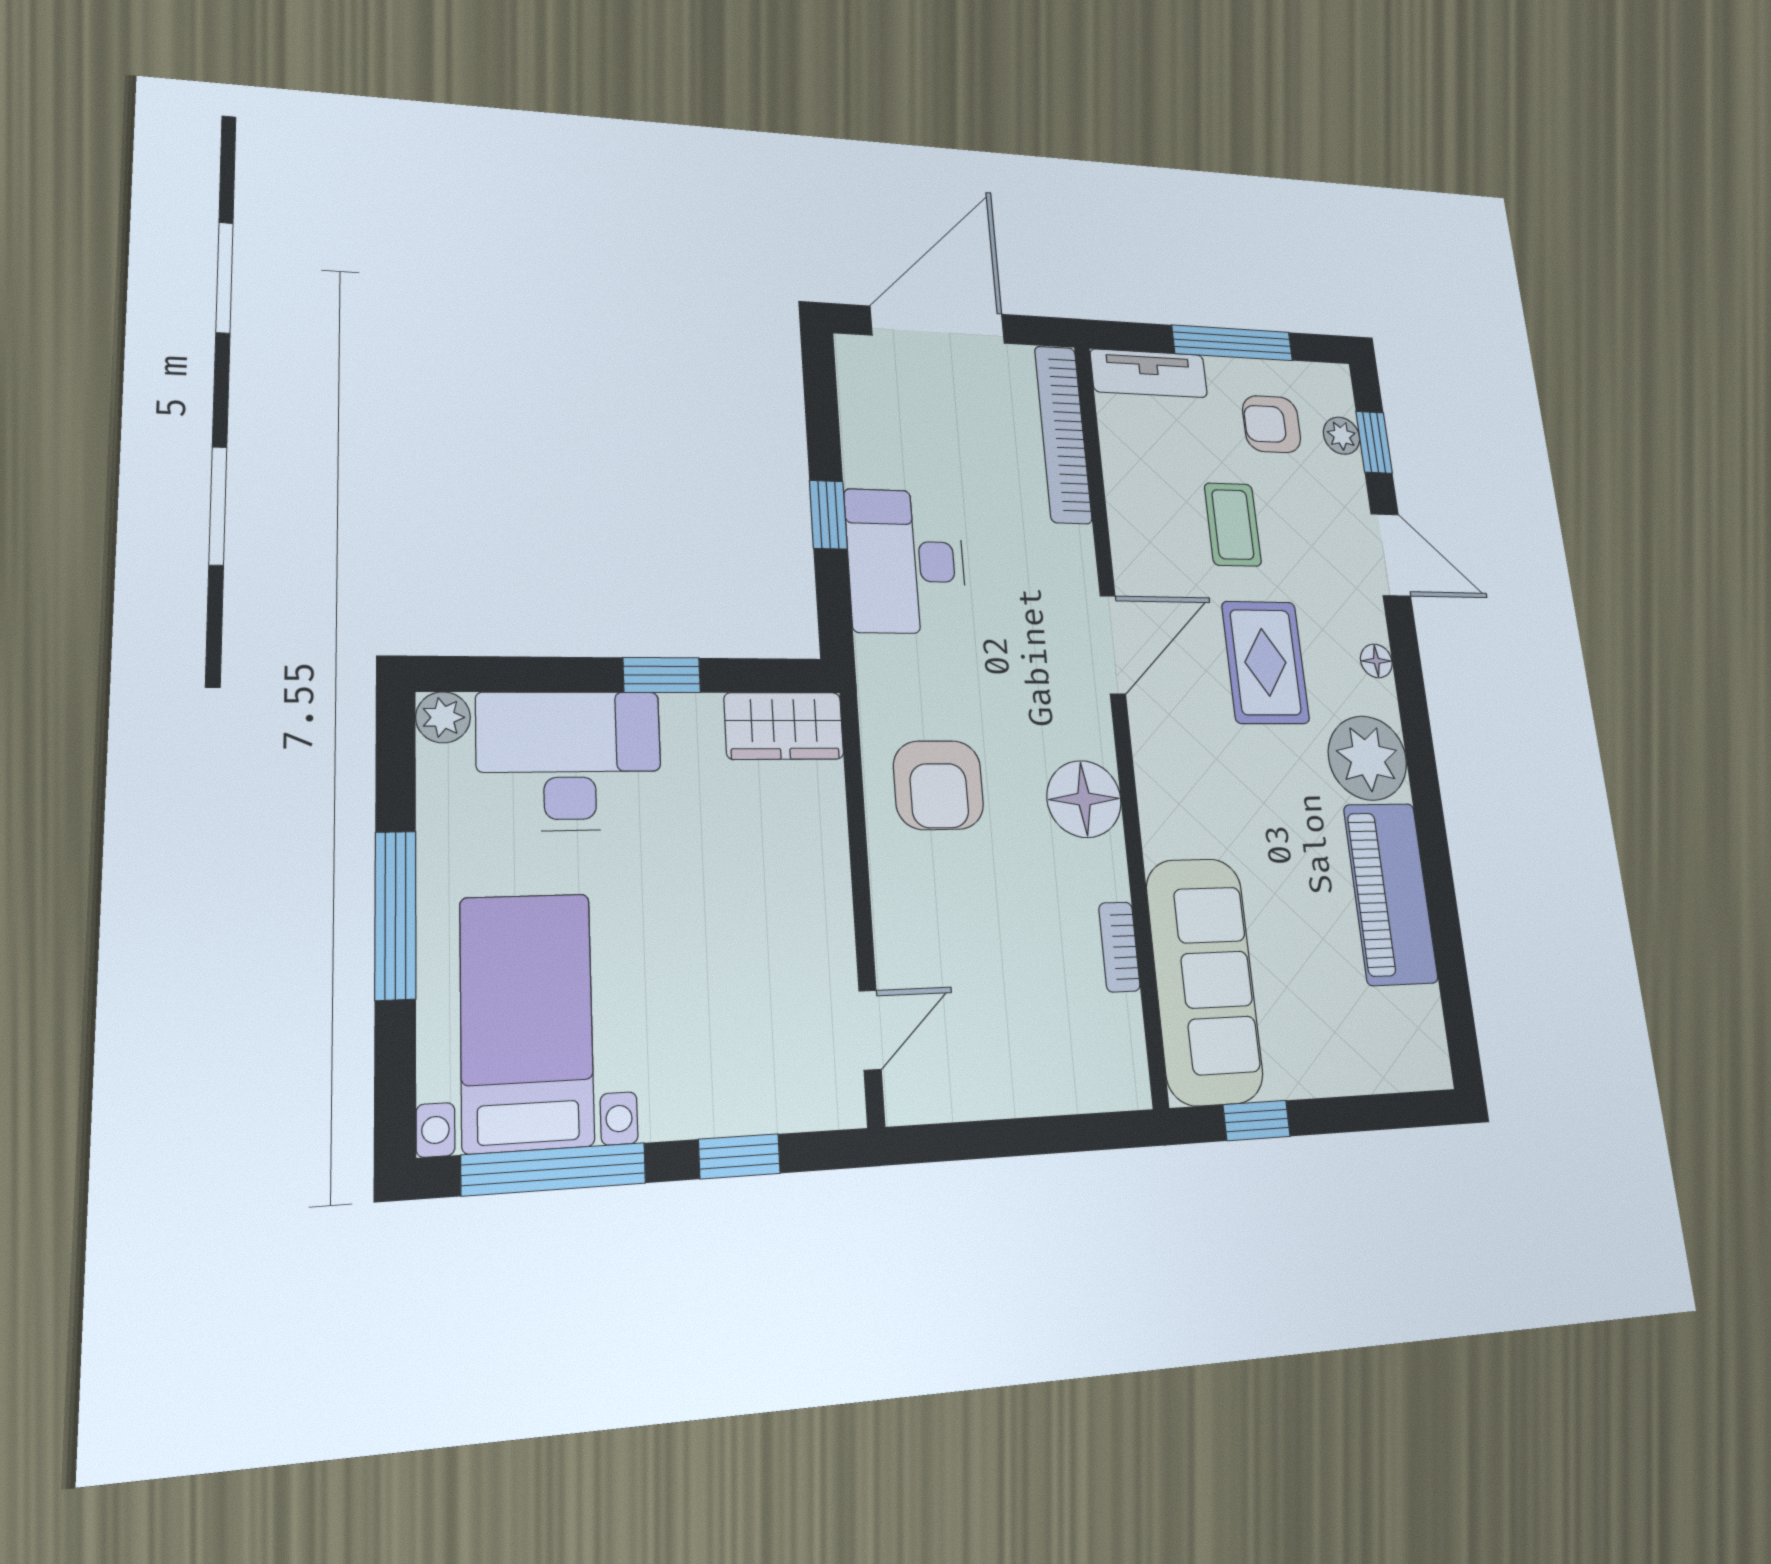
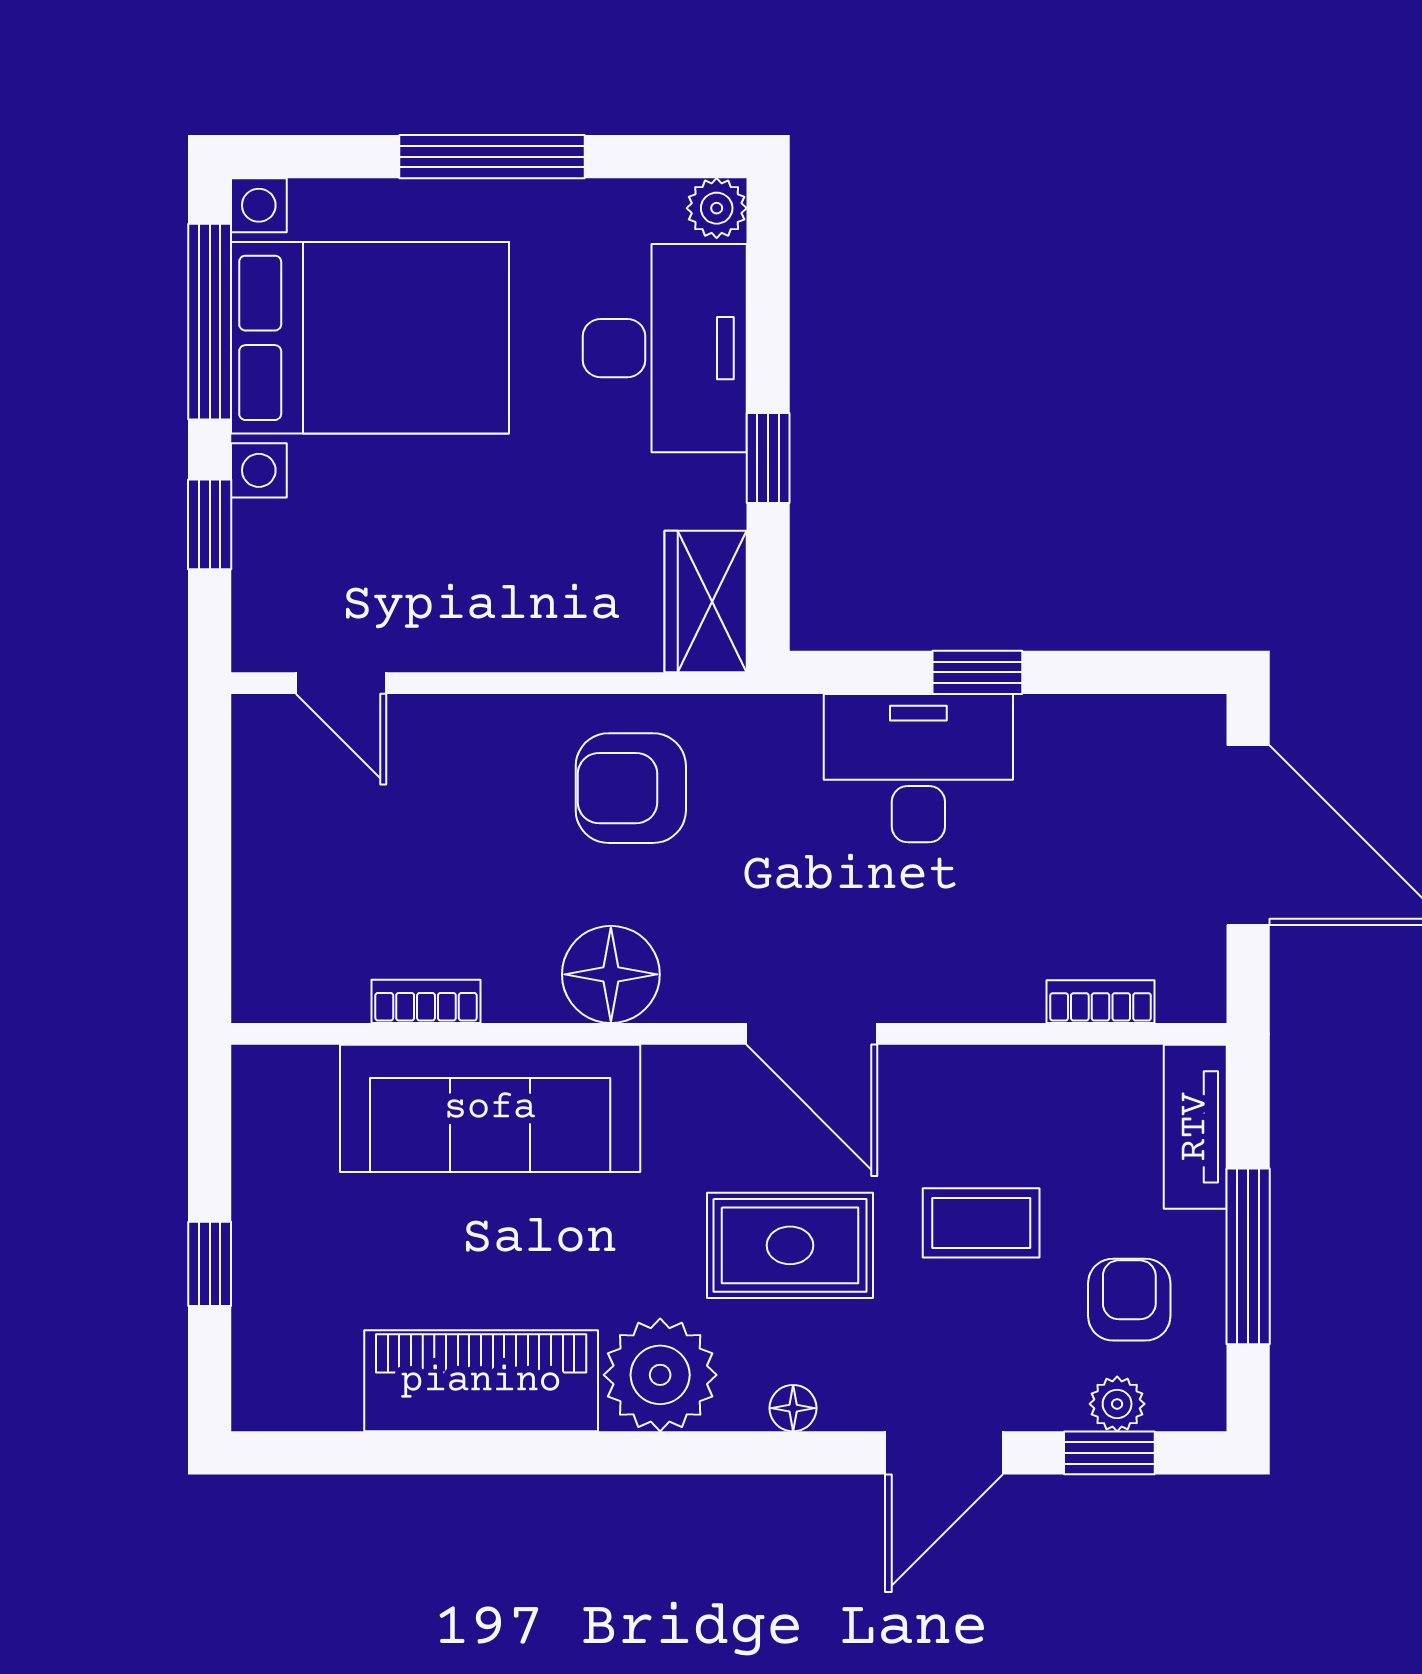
bookcase: (1063, 434) -> (1101, 1002), width x0.43, depth x0.76
sofa: (1204, 980) -> (490, 1108), moved
bed with nightstands: (527, 1021) -> (370, 338), width x1.36
window: (1257, 1121) -> (210, 1264), moved

